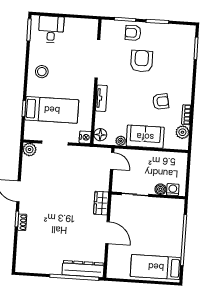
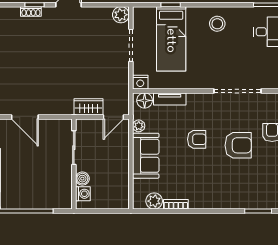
tv unit: (101, 98) -> (170, 99), moved
armchair: (161, 101) -> (197, 139), moved, turned -79
wardrobe: (101, 203) -> (88, 107), moved
door: (108, 233) -> (25, 117), hinge flipped

